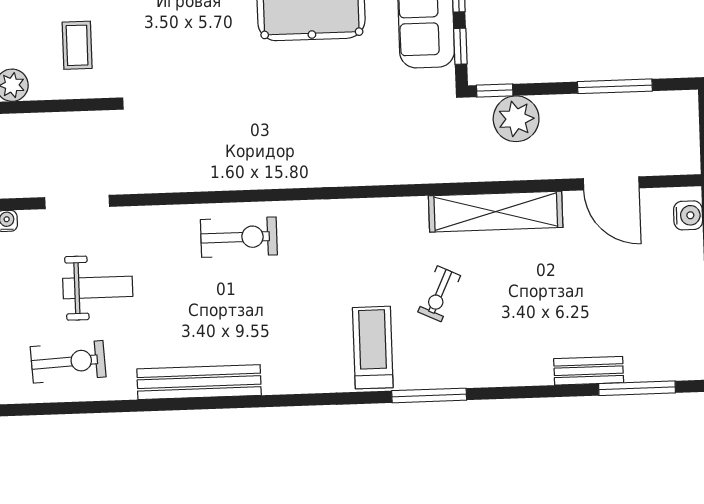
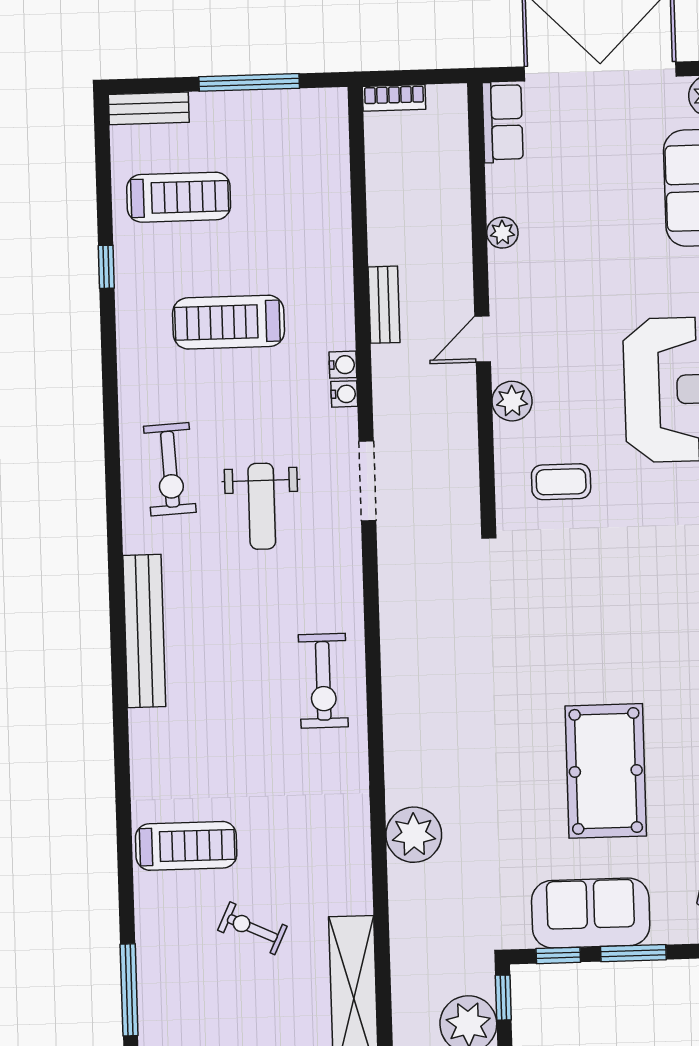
plant: (363, 163) -> (414, 835), added
window: (429, 395) -> (129, 990), moved

